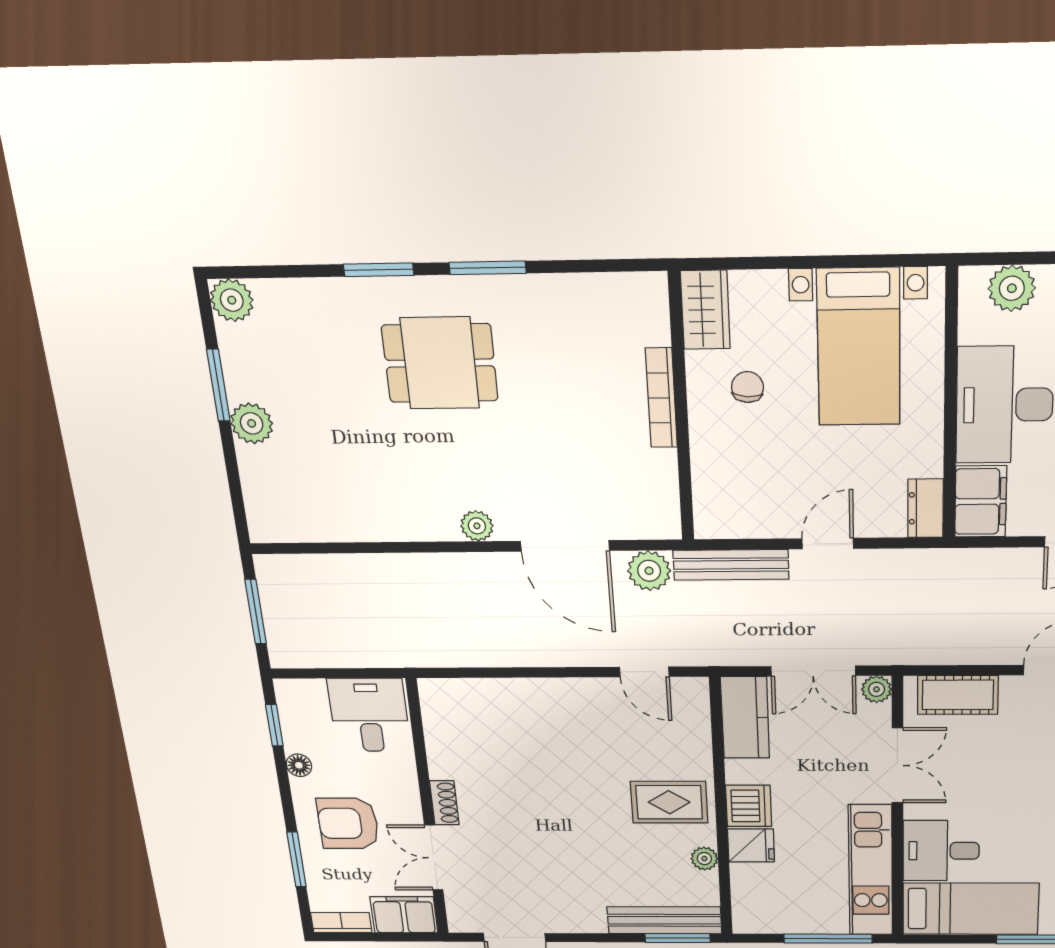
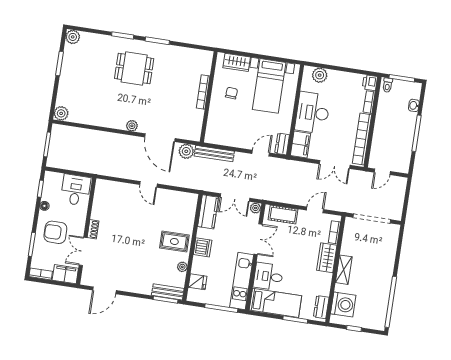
wardrobe: (705, 310) -> (237, 62), moved, turned 90
plant: (252, 423) -> (61, 113), moved
door: (828, 544) -> (261, 153), moved
door: (644, 672) -> (148, 184), moved
fridge: (751, 845) -> (198, 282), moved
bench: (664, 920) -> (168, 292), width x0.73

